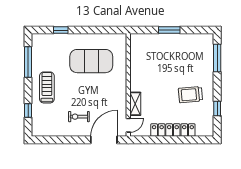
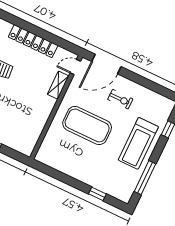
exercise mat: (91, 61) -> (87, 125), moved
treadmill: (47, 87) -> (138, 143), width x1.37, depth x1.38

